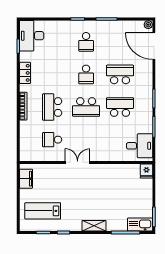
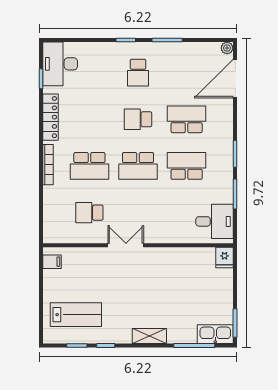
door: (154, 46) -> (235, 79), hinge flipped
locker: (25, 73) -> (51, 117), width x1.53
school desk: (86, 74) -> (138, 119), turned 90
school desk: (52, 107) -> (89, 166), turned -90
filing cabinet: (26, 179) -> (52, 262), width x0.50
lab bench: (43, 211) -> (76, 315), turned 180

